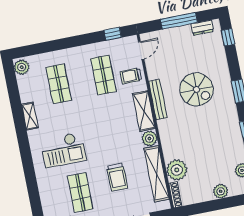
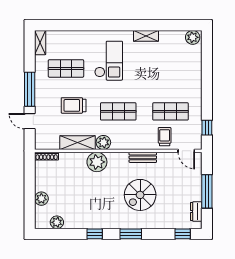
shop shelf: (59, 84) -> (118, 111), moved
bench: (158, 99) -> (143, 157), width x0.73
shelving: (144, 111) -> (130, 142), removed
checkout: (63, 150) -> (109, 61), turned 180
plant: (177, 170) -> (97, 162), moved
shelving: (157, 174) -> (78, 143), width x0.68

